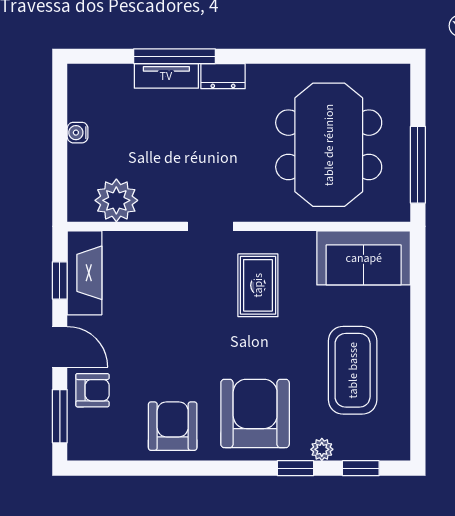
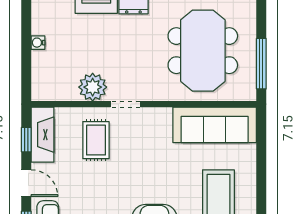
plant: (116, 200) -> (93, 87), moved
sofa: (364, 258) -> (215, 125), width x1.36
rug: (258, 285) -> (96, 140), moved

